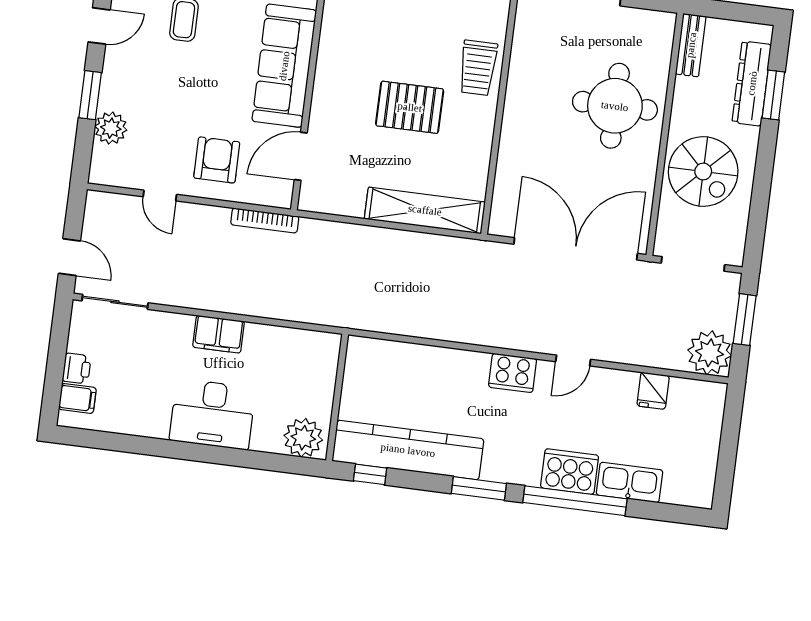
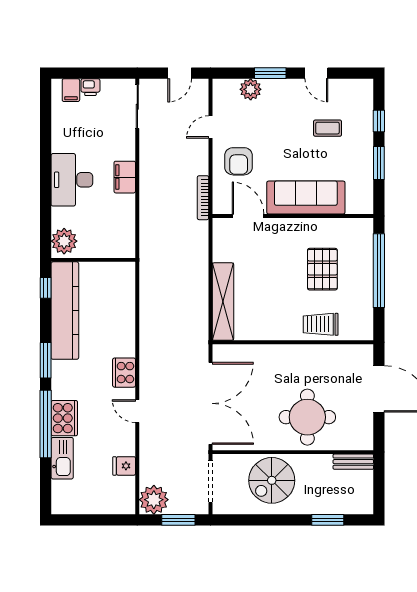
dresser: (752, 83) -> (333, 505), removed
pallet: (410, 107) -> (322, 269), moved
armchair: (217, 160) -> (239, 161), turned 90
door: (69, 257) -> (180, 73), moved

